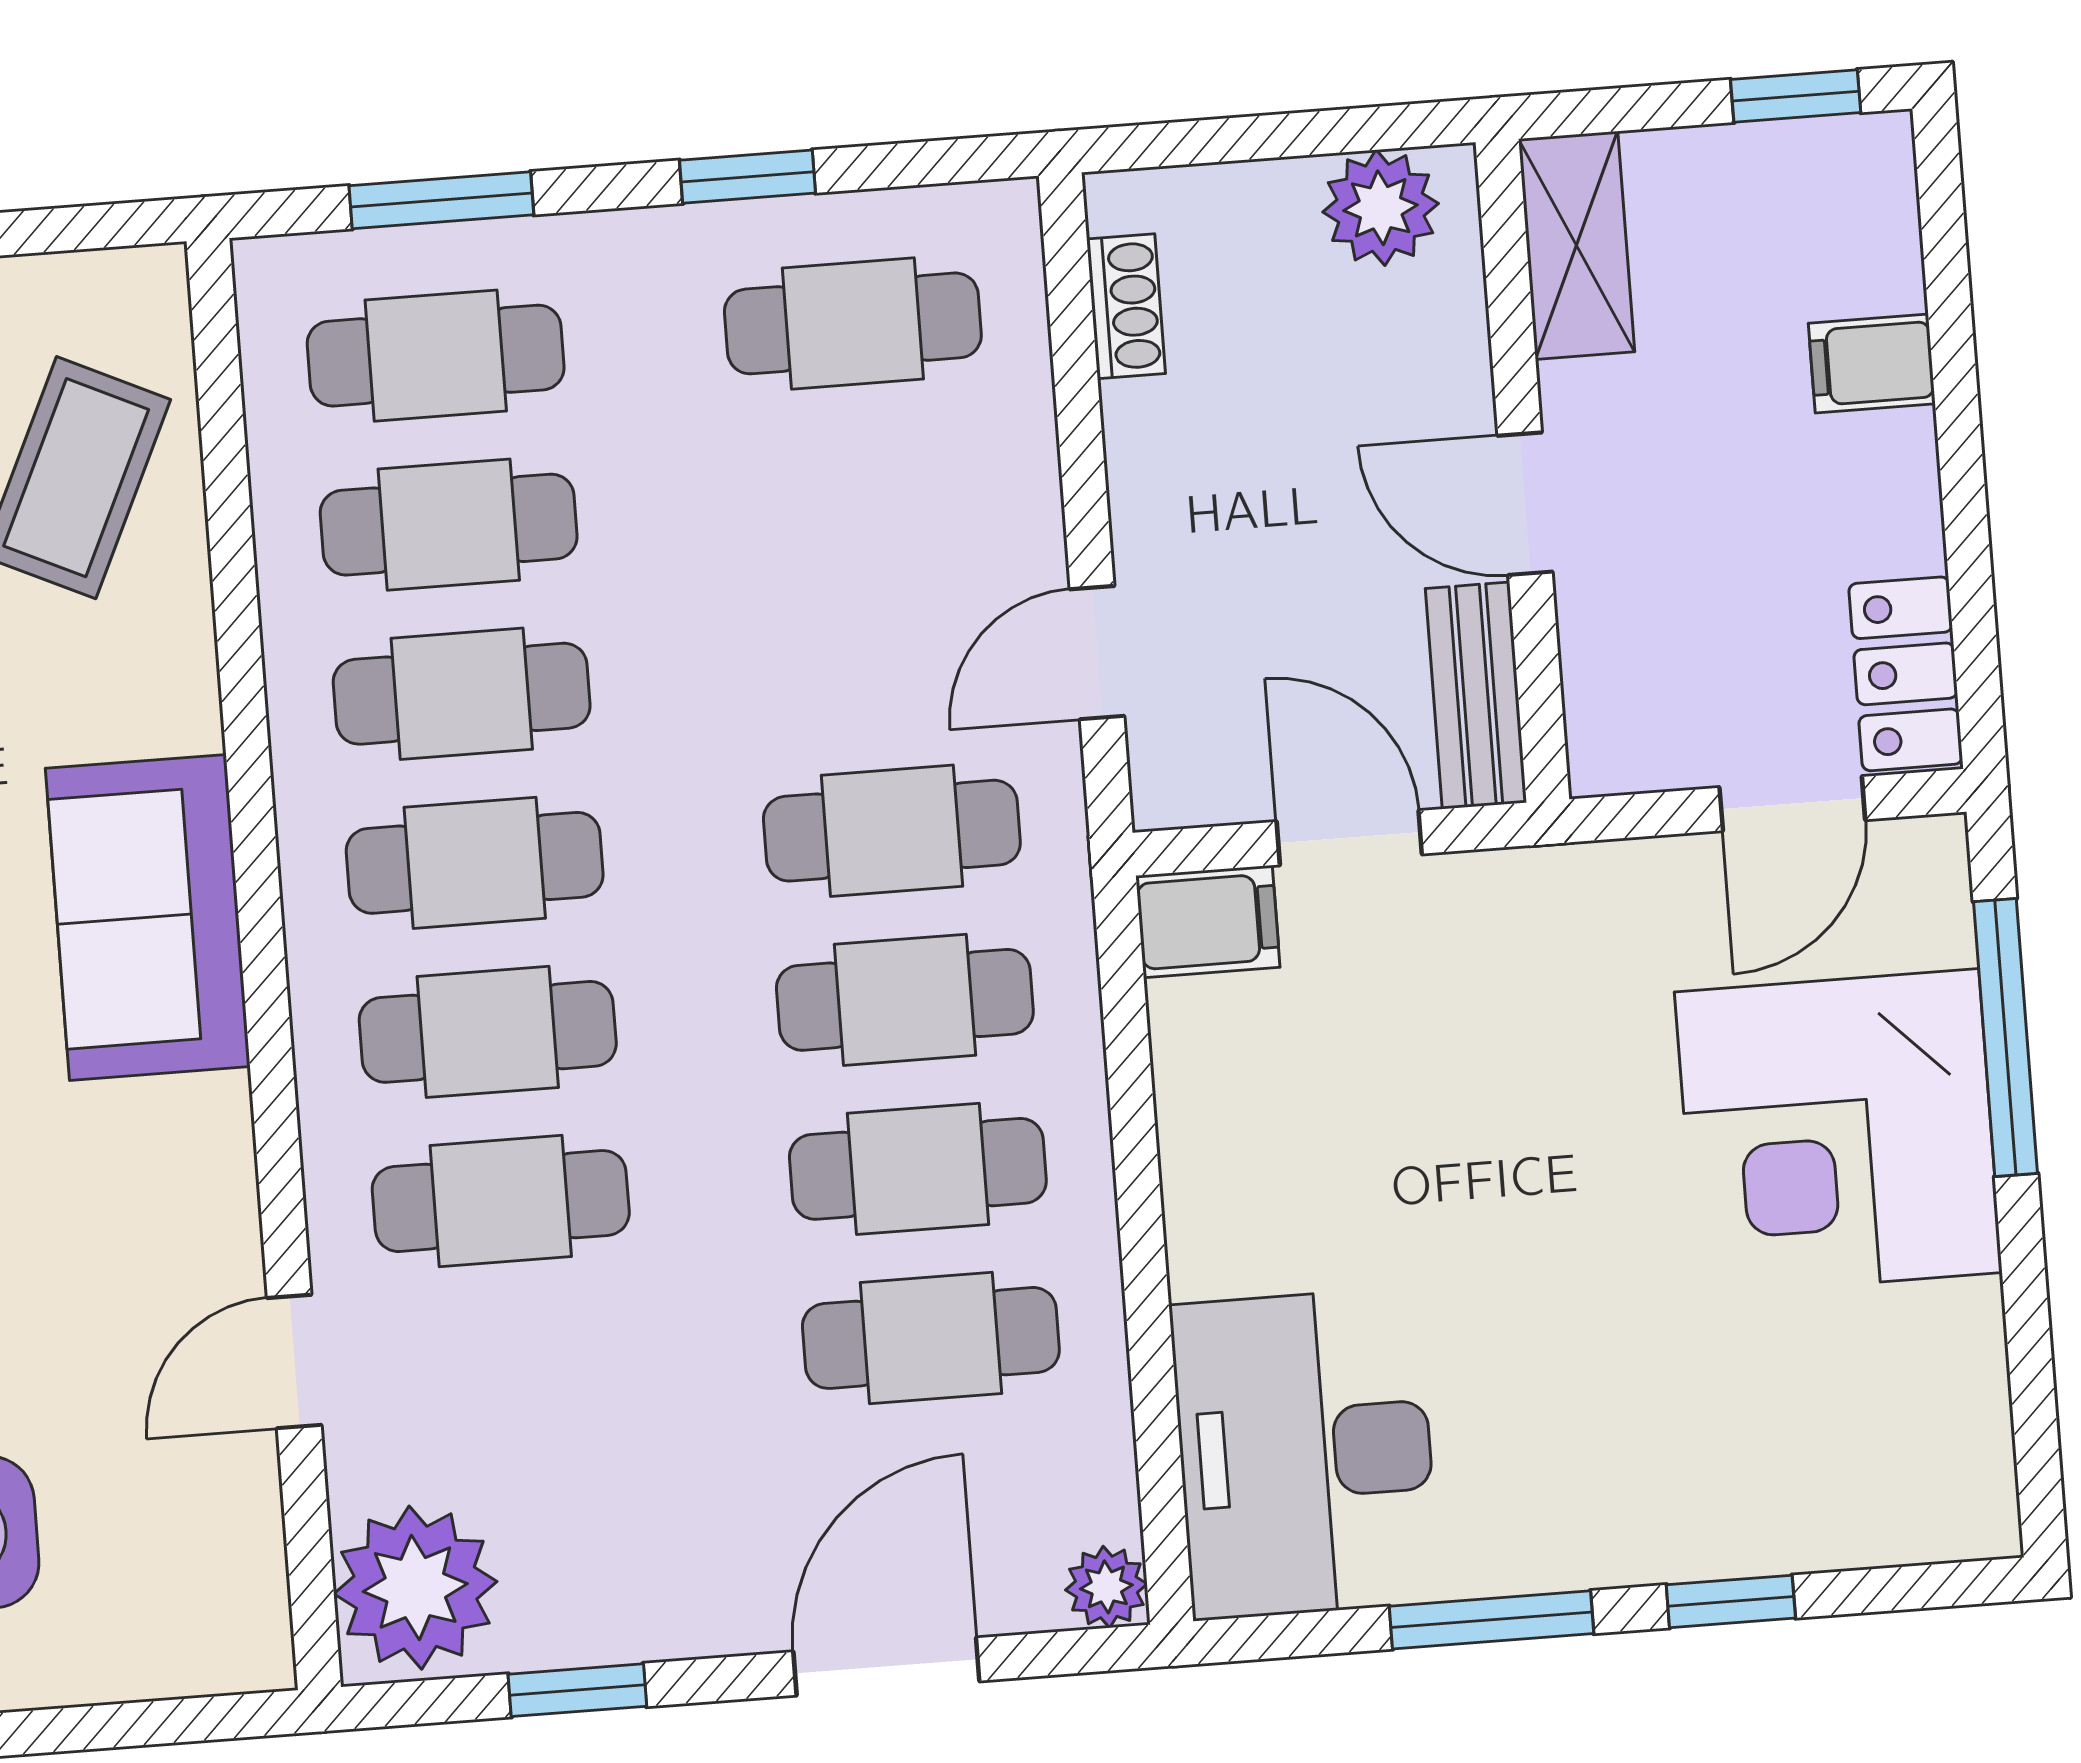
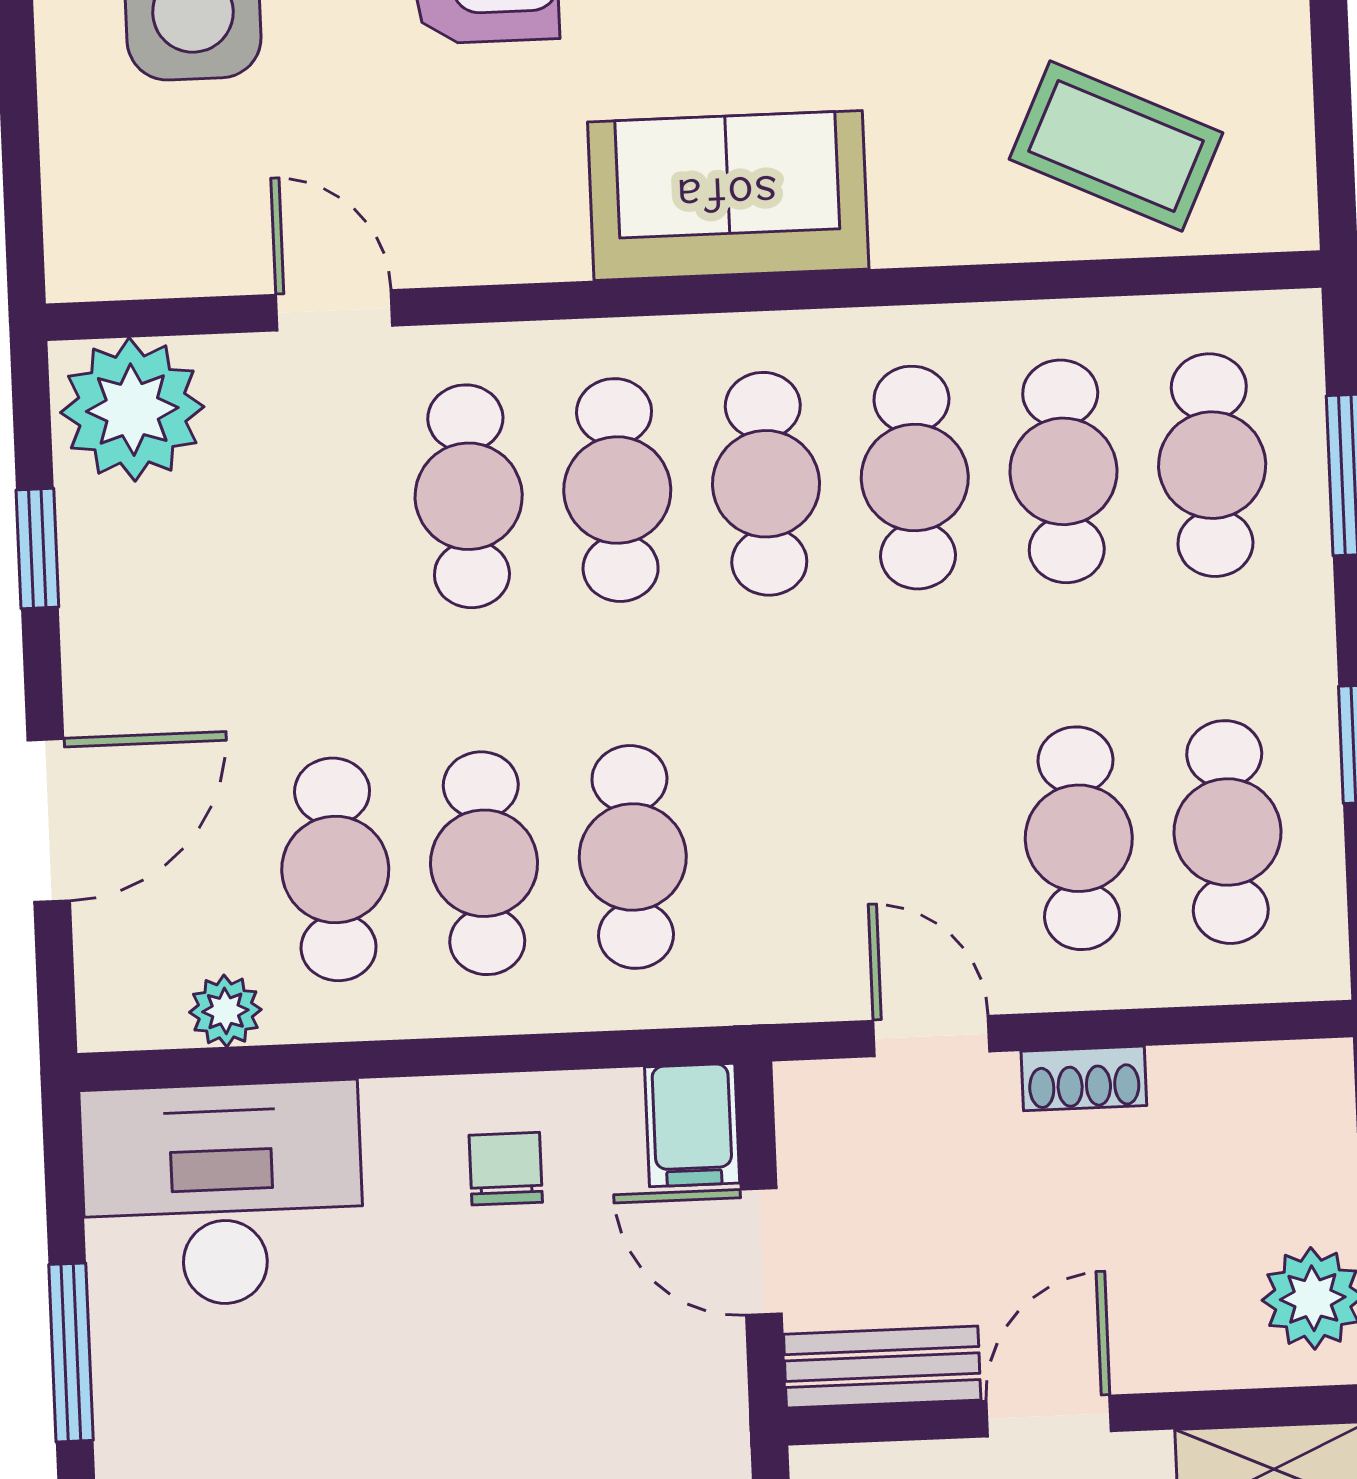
shoe rack: (1126, 306) -> (1084, 1078), moved
cafe table: (892, 831) -> (1079, 838), moved
door: (1349, 838) -> (761, 1252), swing flipped
chair: (1265, 1132) -> (506, 1169), added
plant: (1106, 1587) -> (225, 1011), moved
door: (886, 1666) -> (49, 820), hinge flipped

